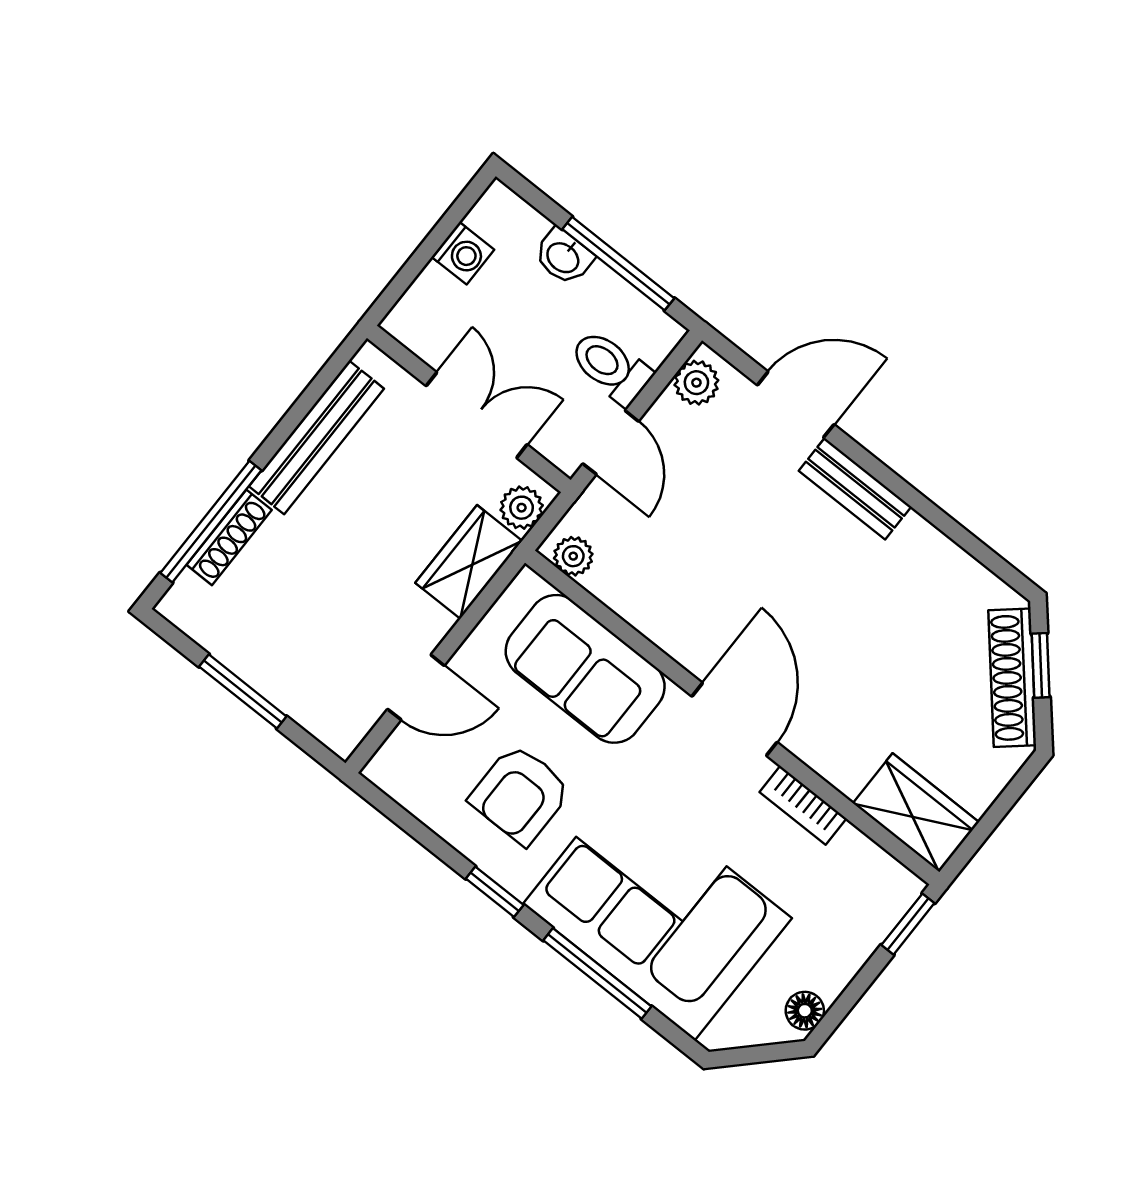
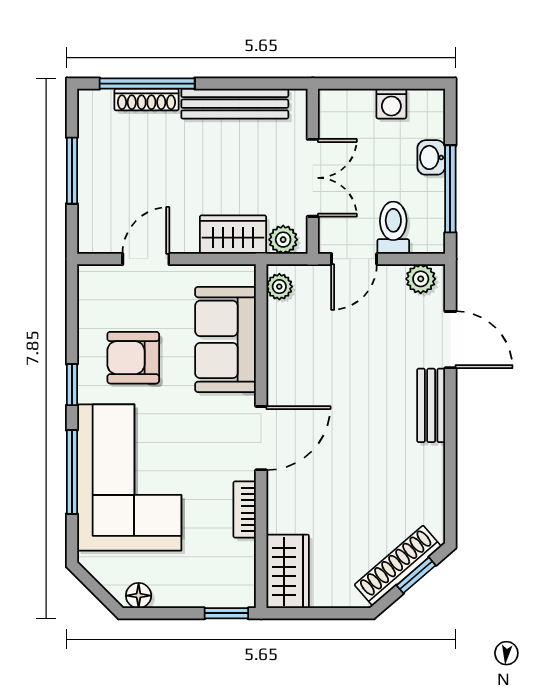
door: (416, 687) -> (146, 259), swing flipped

